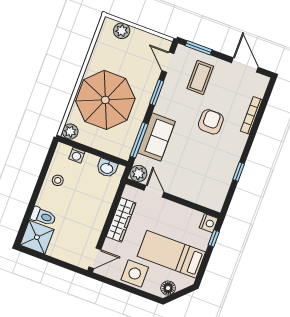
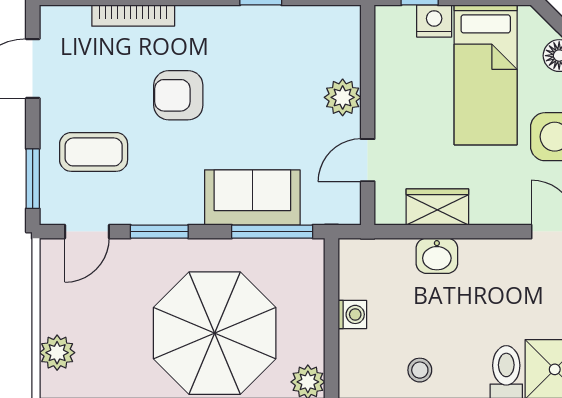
washing machine: (77, 155) -> (352, 314), moved
washbasin: (107, 168) -> (437, 256), moved, turned 90
plant: (138, 174) -> (343, 97), moved
wardrobe: (121, 220) -> (437, 207), width x0.67
nightstand: (209, 223) -> (434, 21), moved

